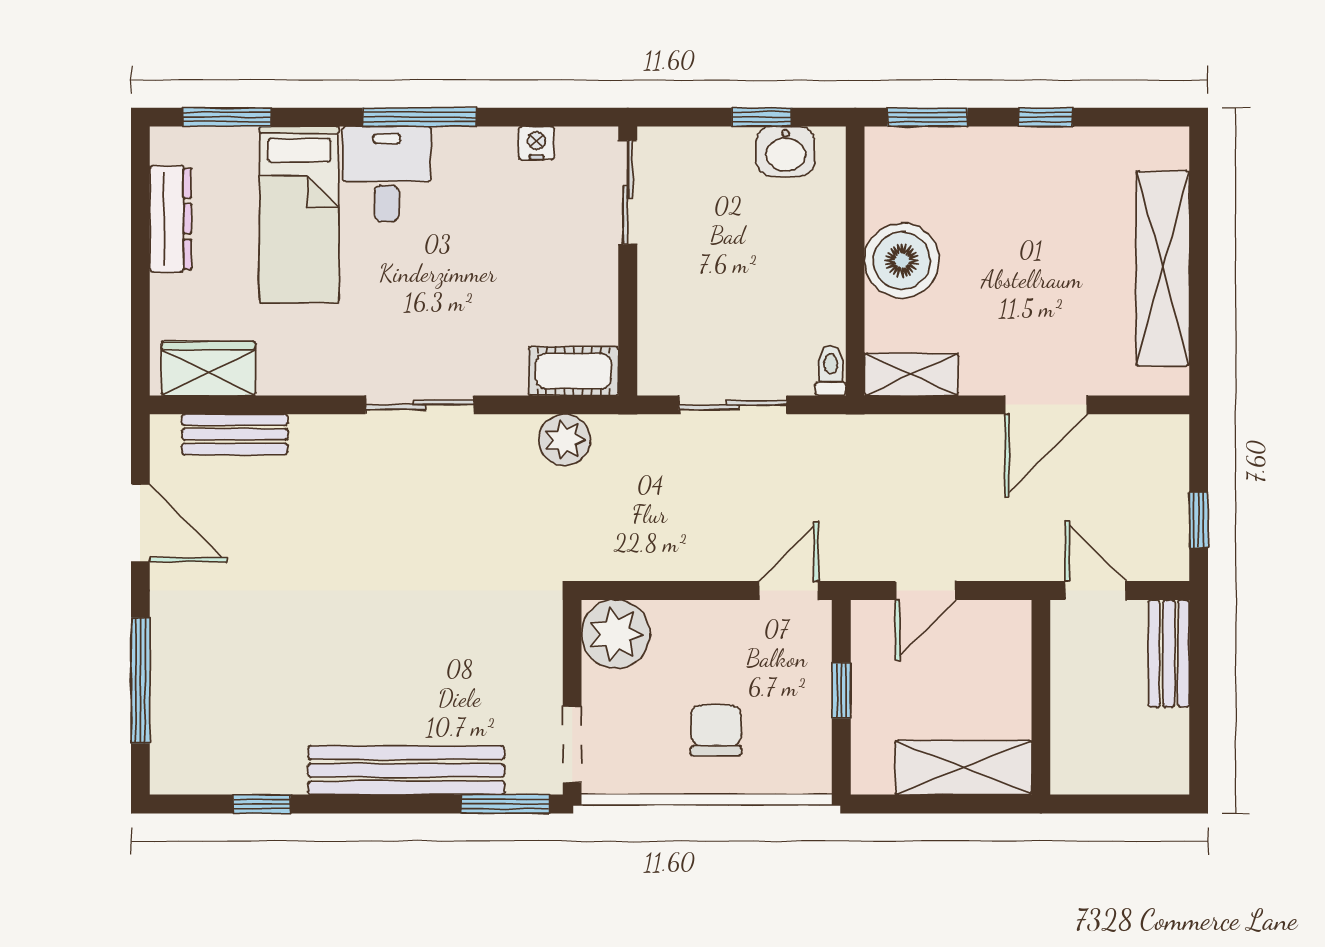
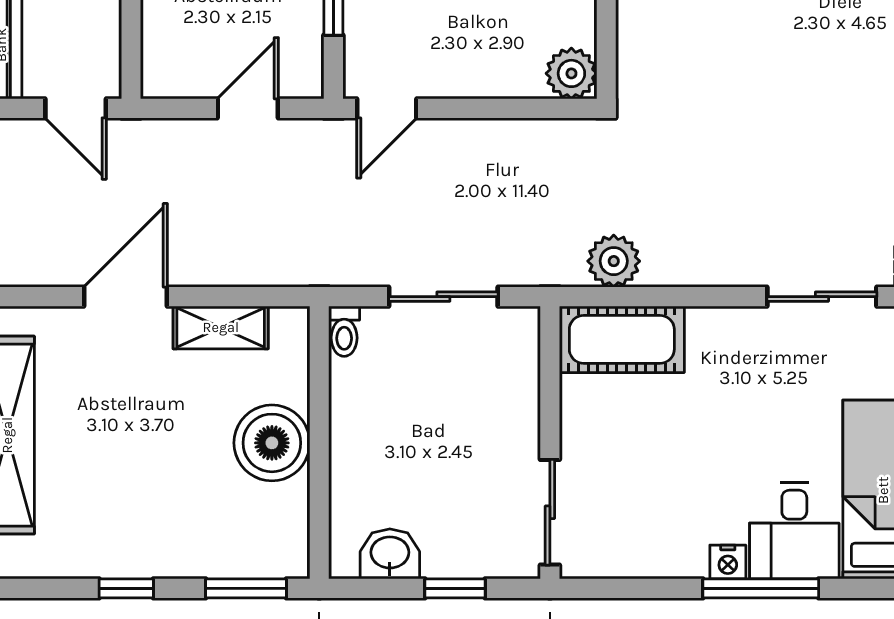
window: (762, 117) -> (455, 588), moved
nightstand: (537, 143) -> (728, 562), moved
cot: (573, 371) -> (622, 339), width x1.37, depth x1.34
shelving: (911, 374) -> (221, 327), moved
sliding door: (420, 405) -> (822, 297), moved
plant: (616, 634) -> (571, 73), width x0.73, depth x0.73

